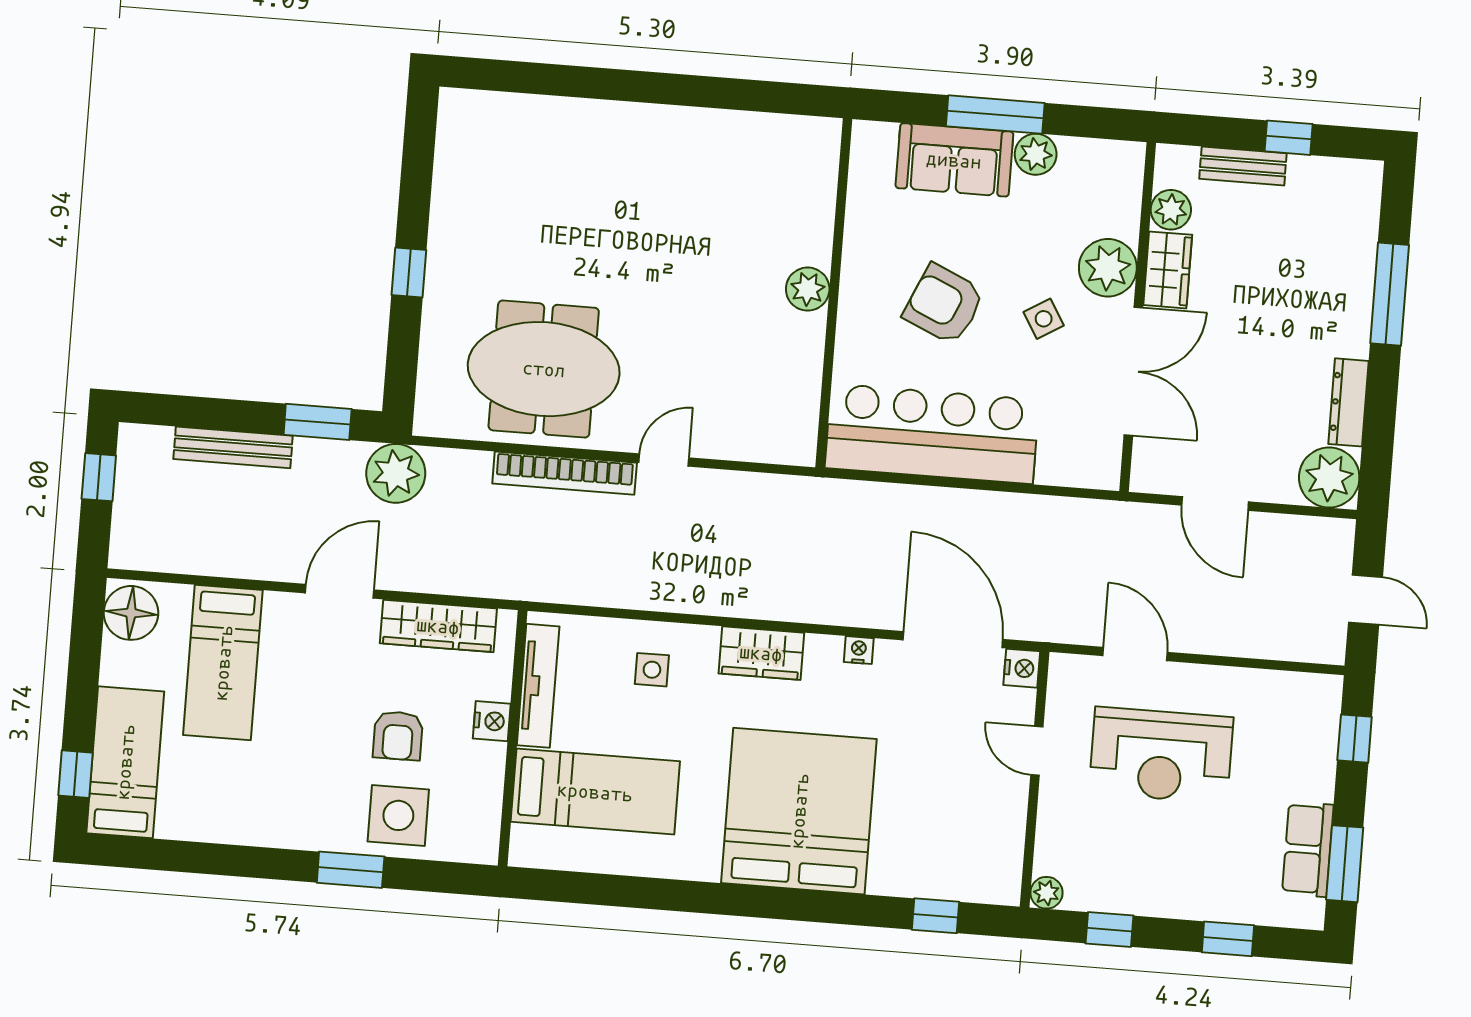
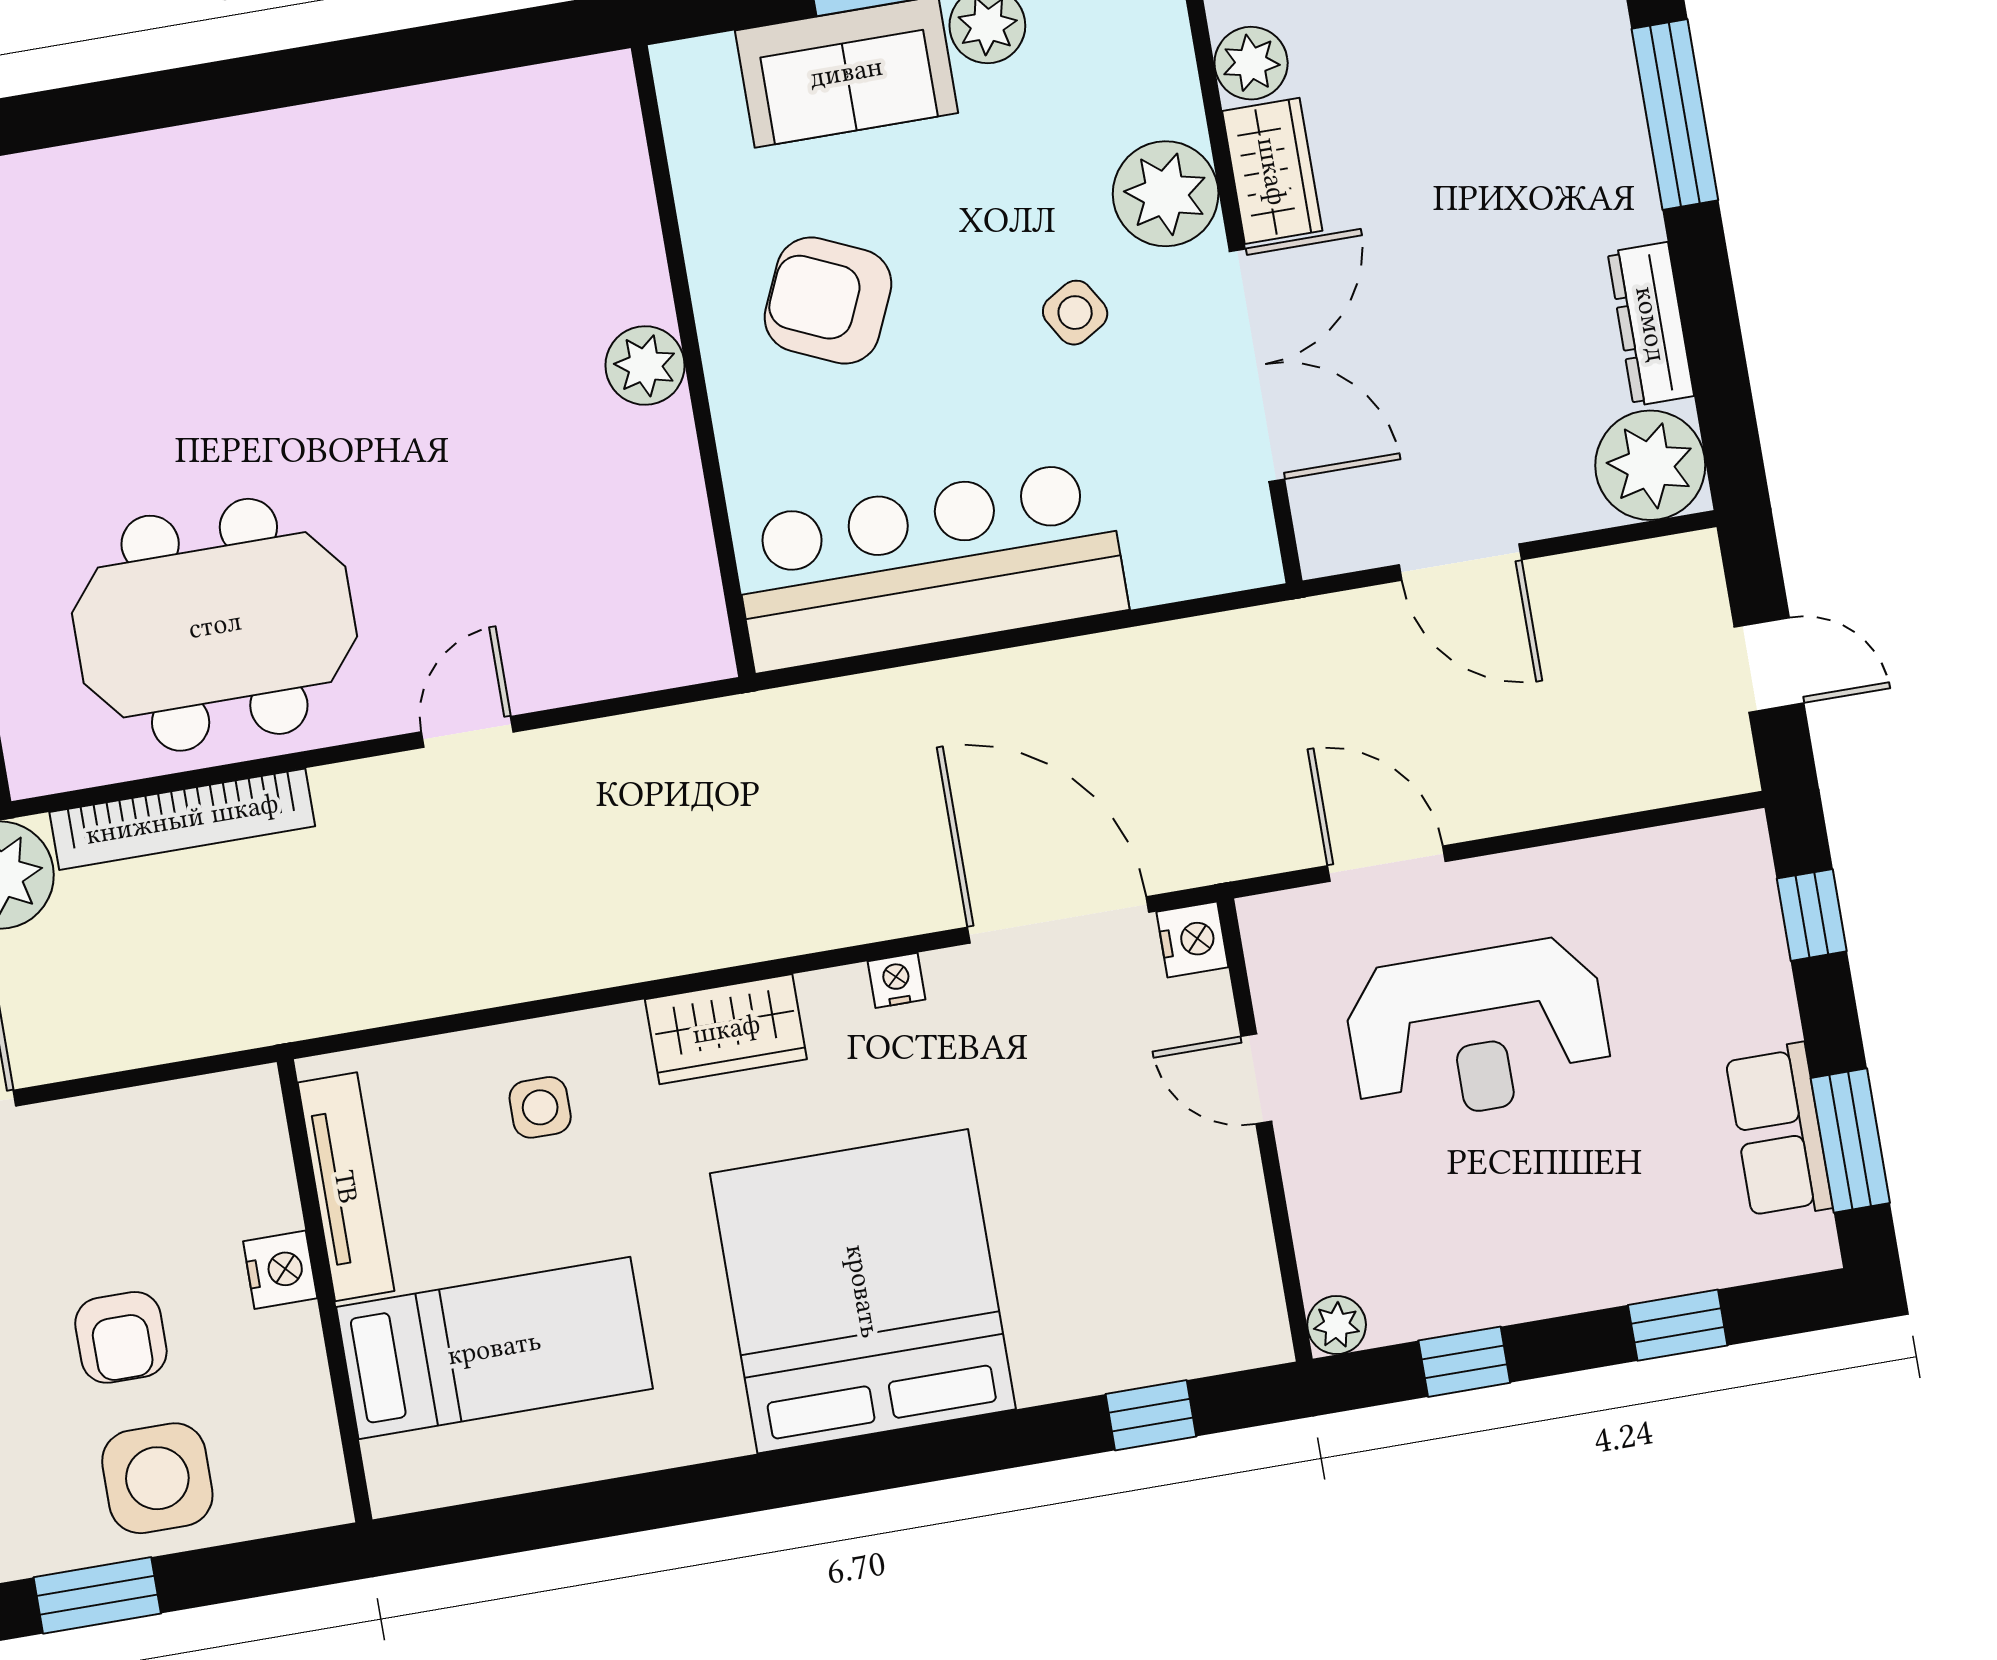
armchair: (944, 304) -> (828, 301), moved
bookcase: (565, 473) -> (182, 819), moved
wardrobe: (438, 626) -> (143, 1126), removed

